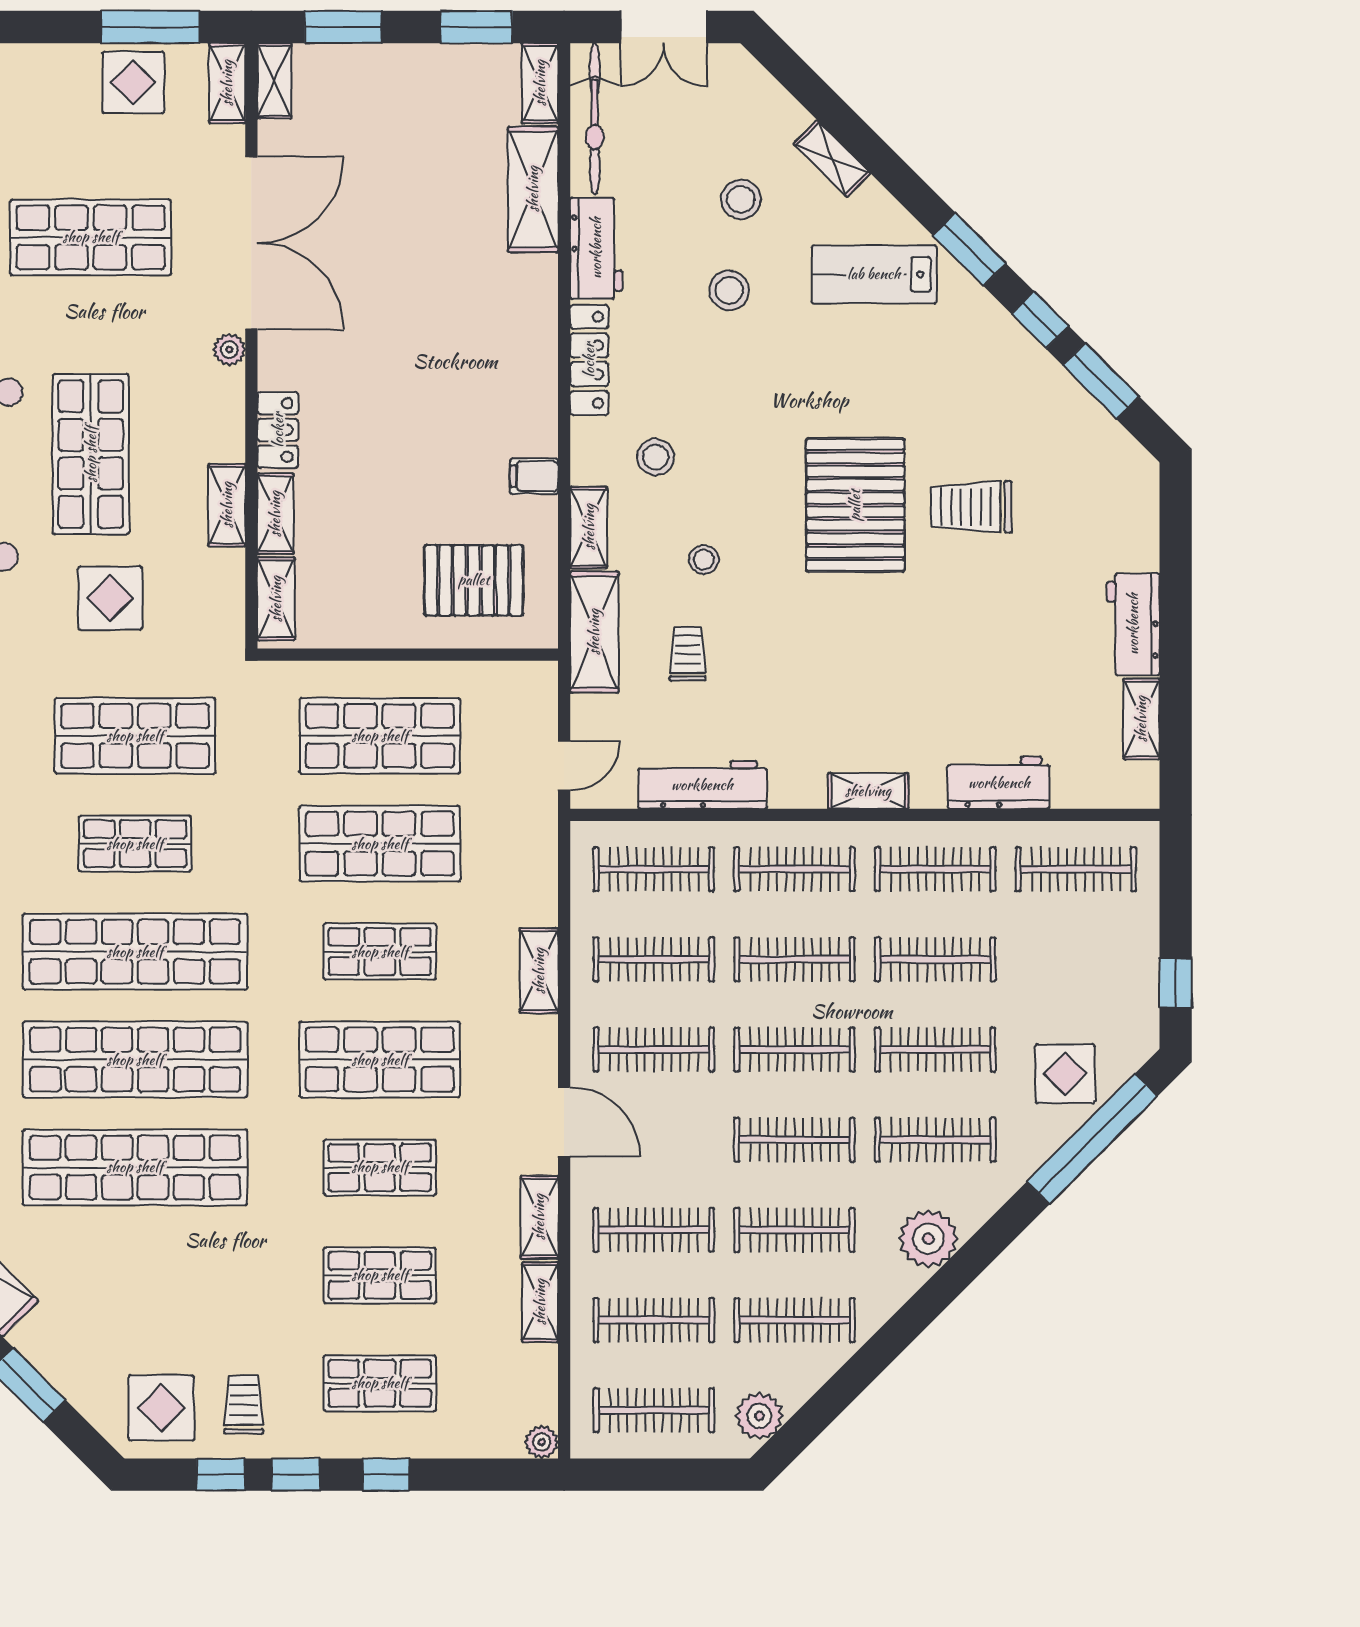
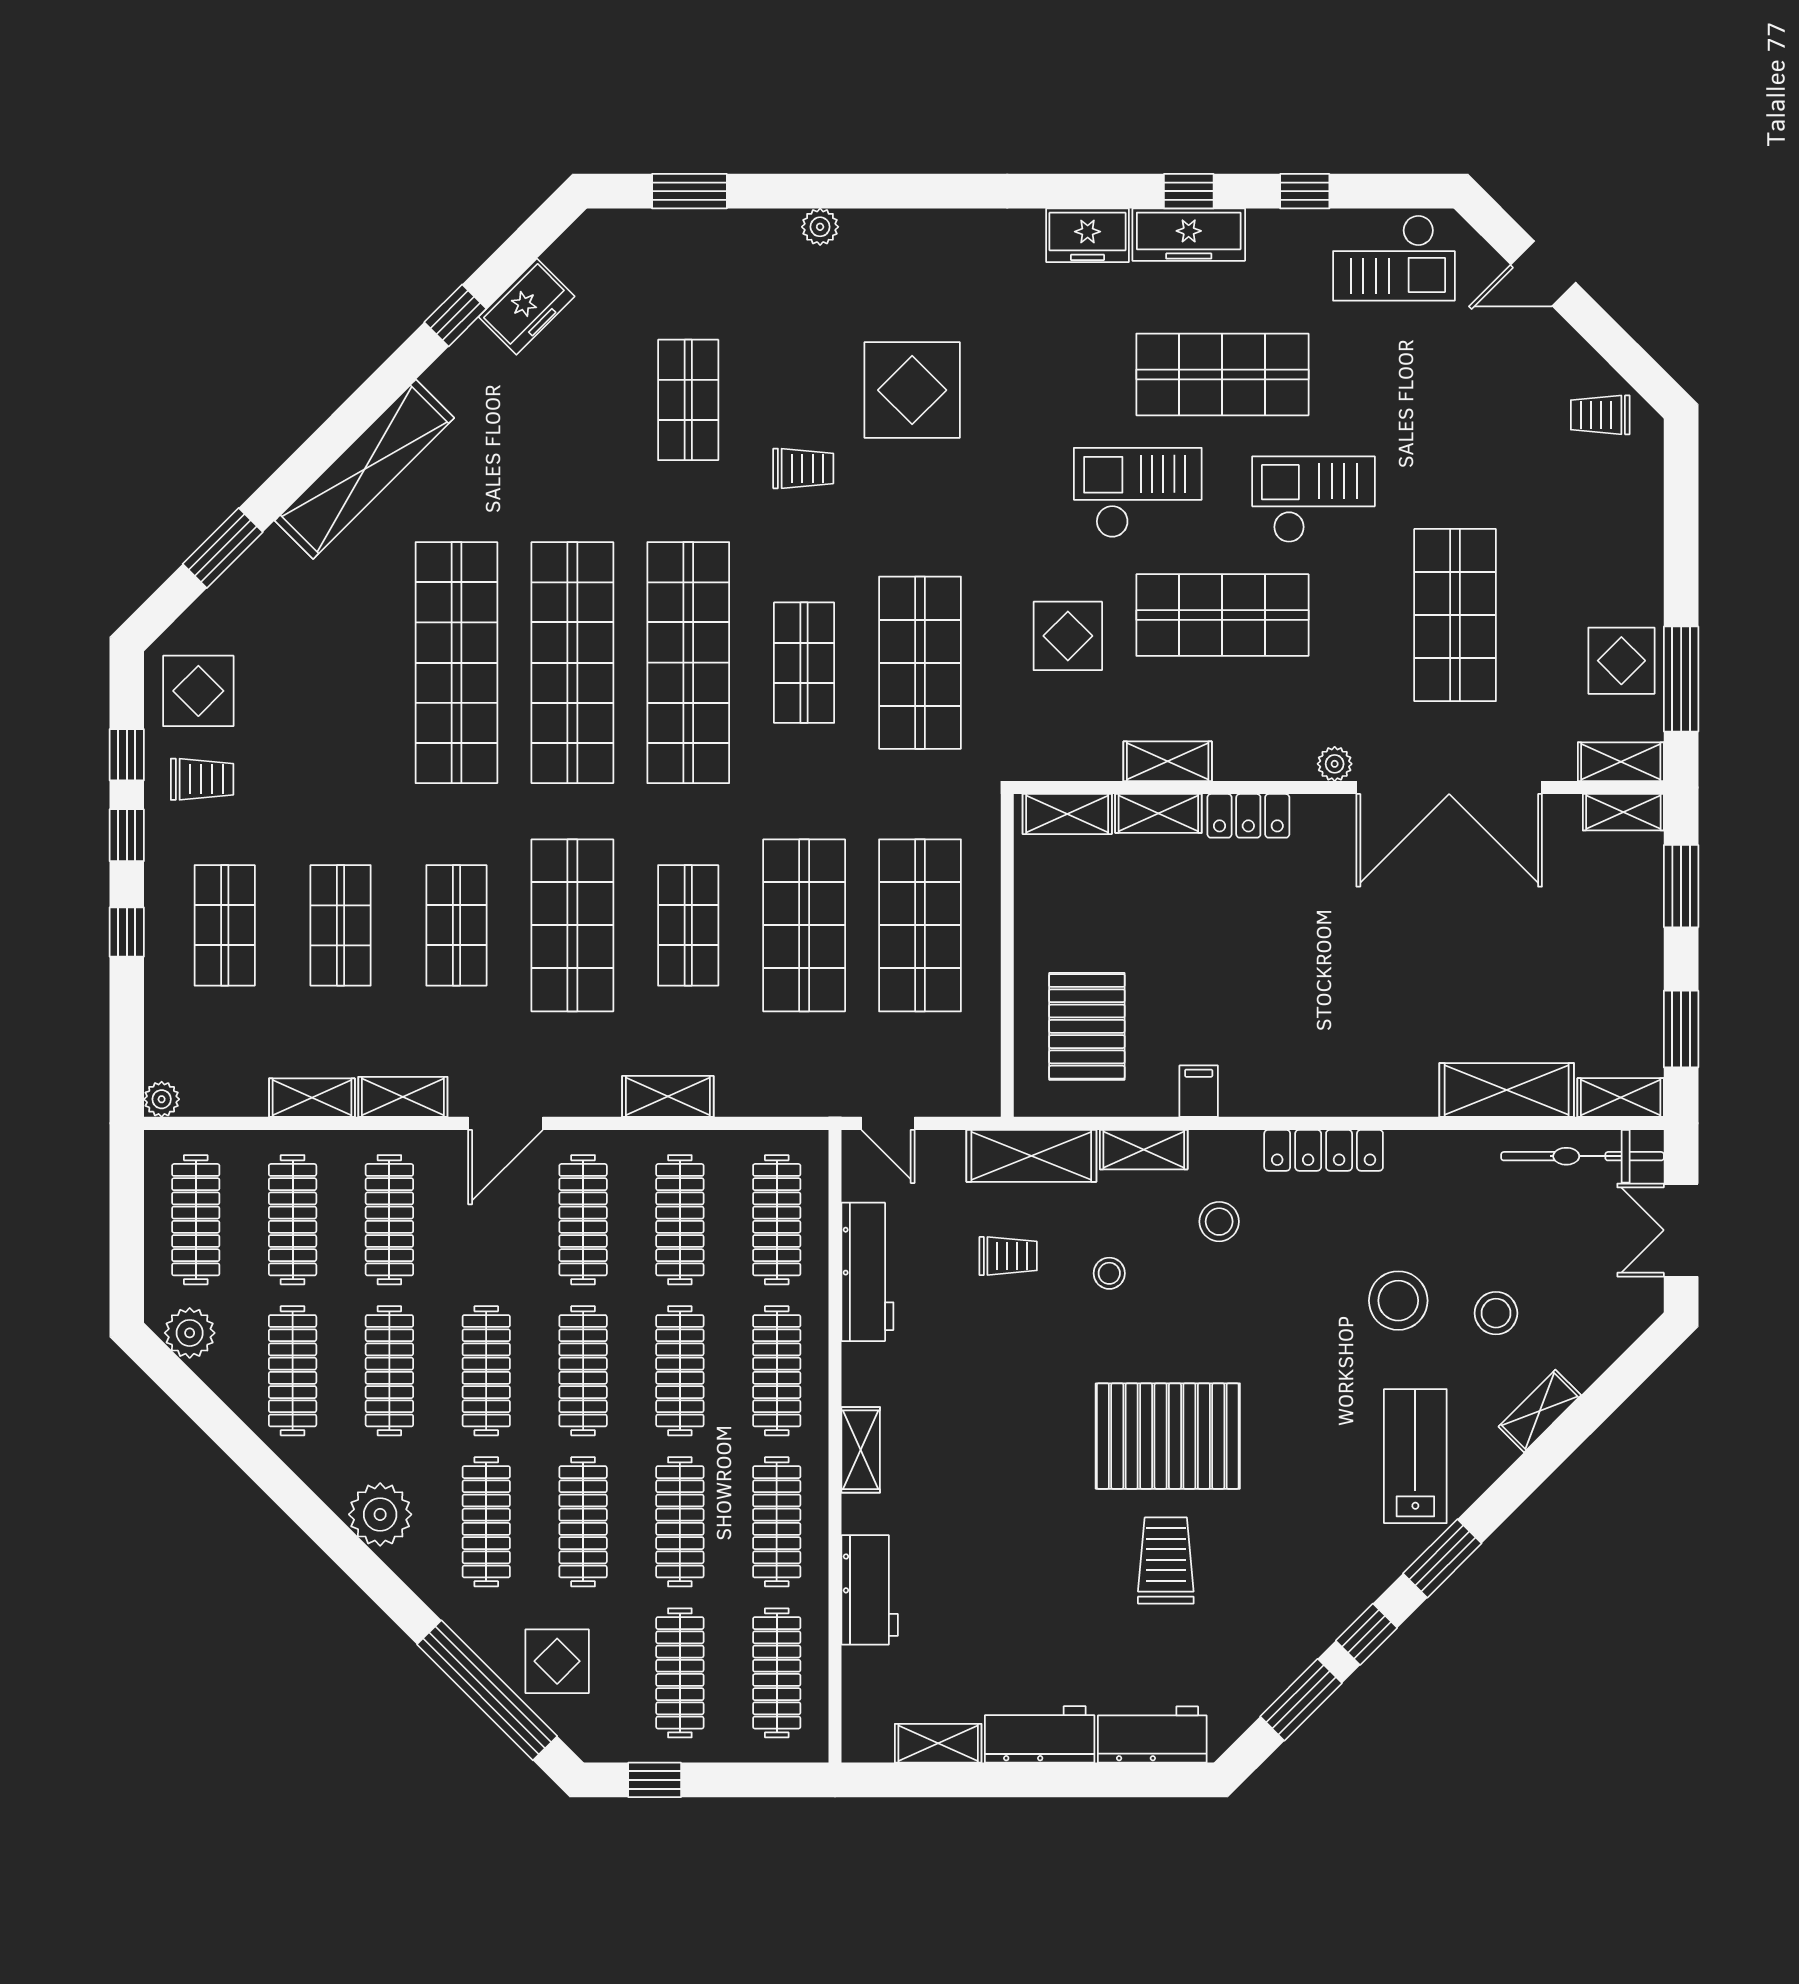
workbench: (596, 248) -> (1152, 1735), moved, turned 180
stool: (729, 290) -> (1398, 1301), width x1.38, depth x1.38
clothes rail: (1076, 959) -> (680, 1673), added

